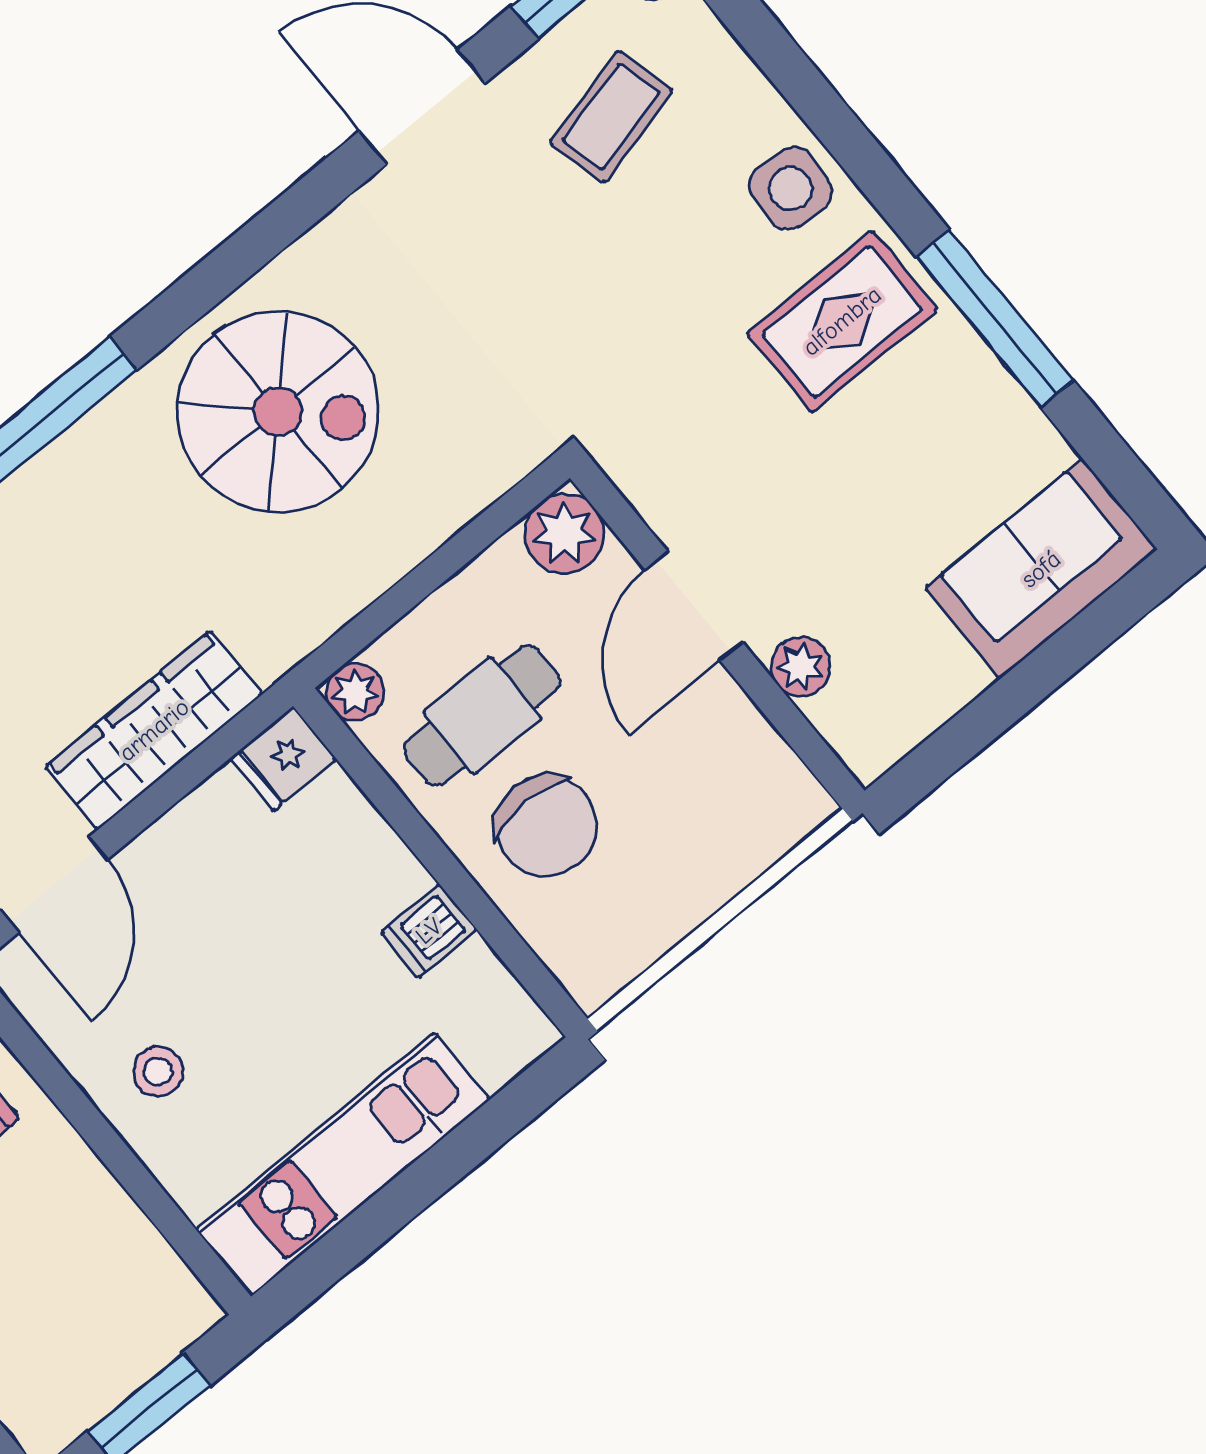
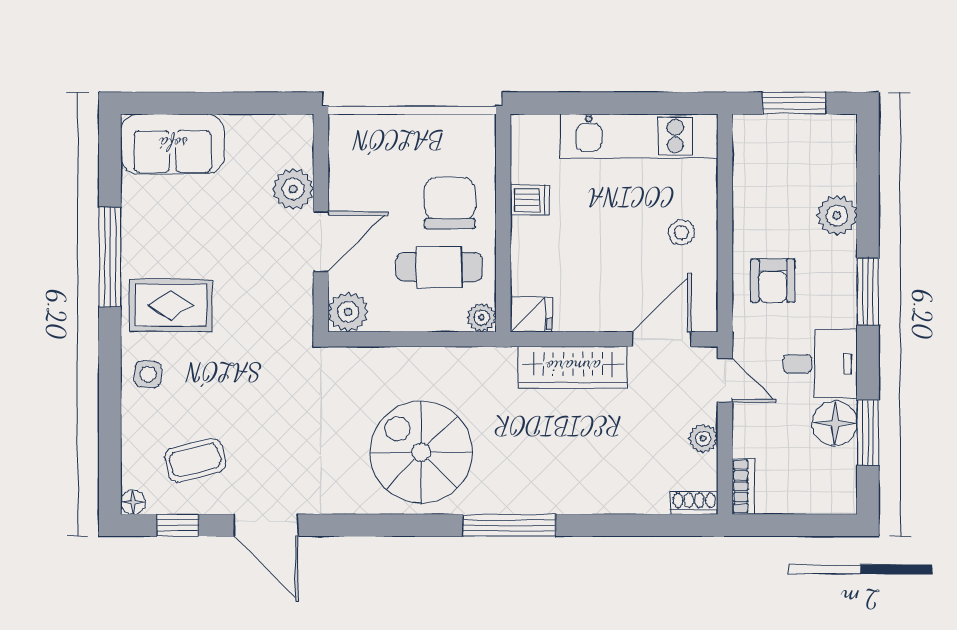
side table: (791, 188) -> (148, 374), width x0.73, depth x0.73
plant: (801, 667) -> (293, 189), width x1.38, depth x1.38

